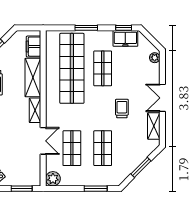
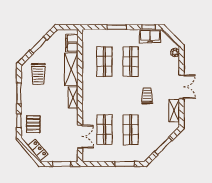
shop shelf: (72, 68) -> (104, 62), width x0.50, depth x0.74
double door: (162, 98) -> (181, 87), swing flipped
double door: (43, 141) -> (80, 136), moved
plant: (53, 179) -> (88, 156), removed

